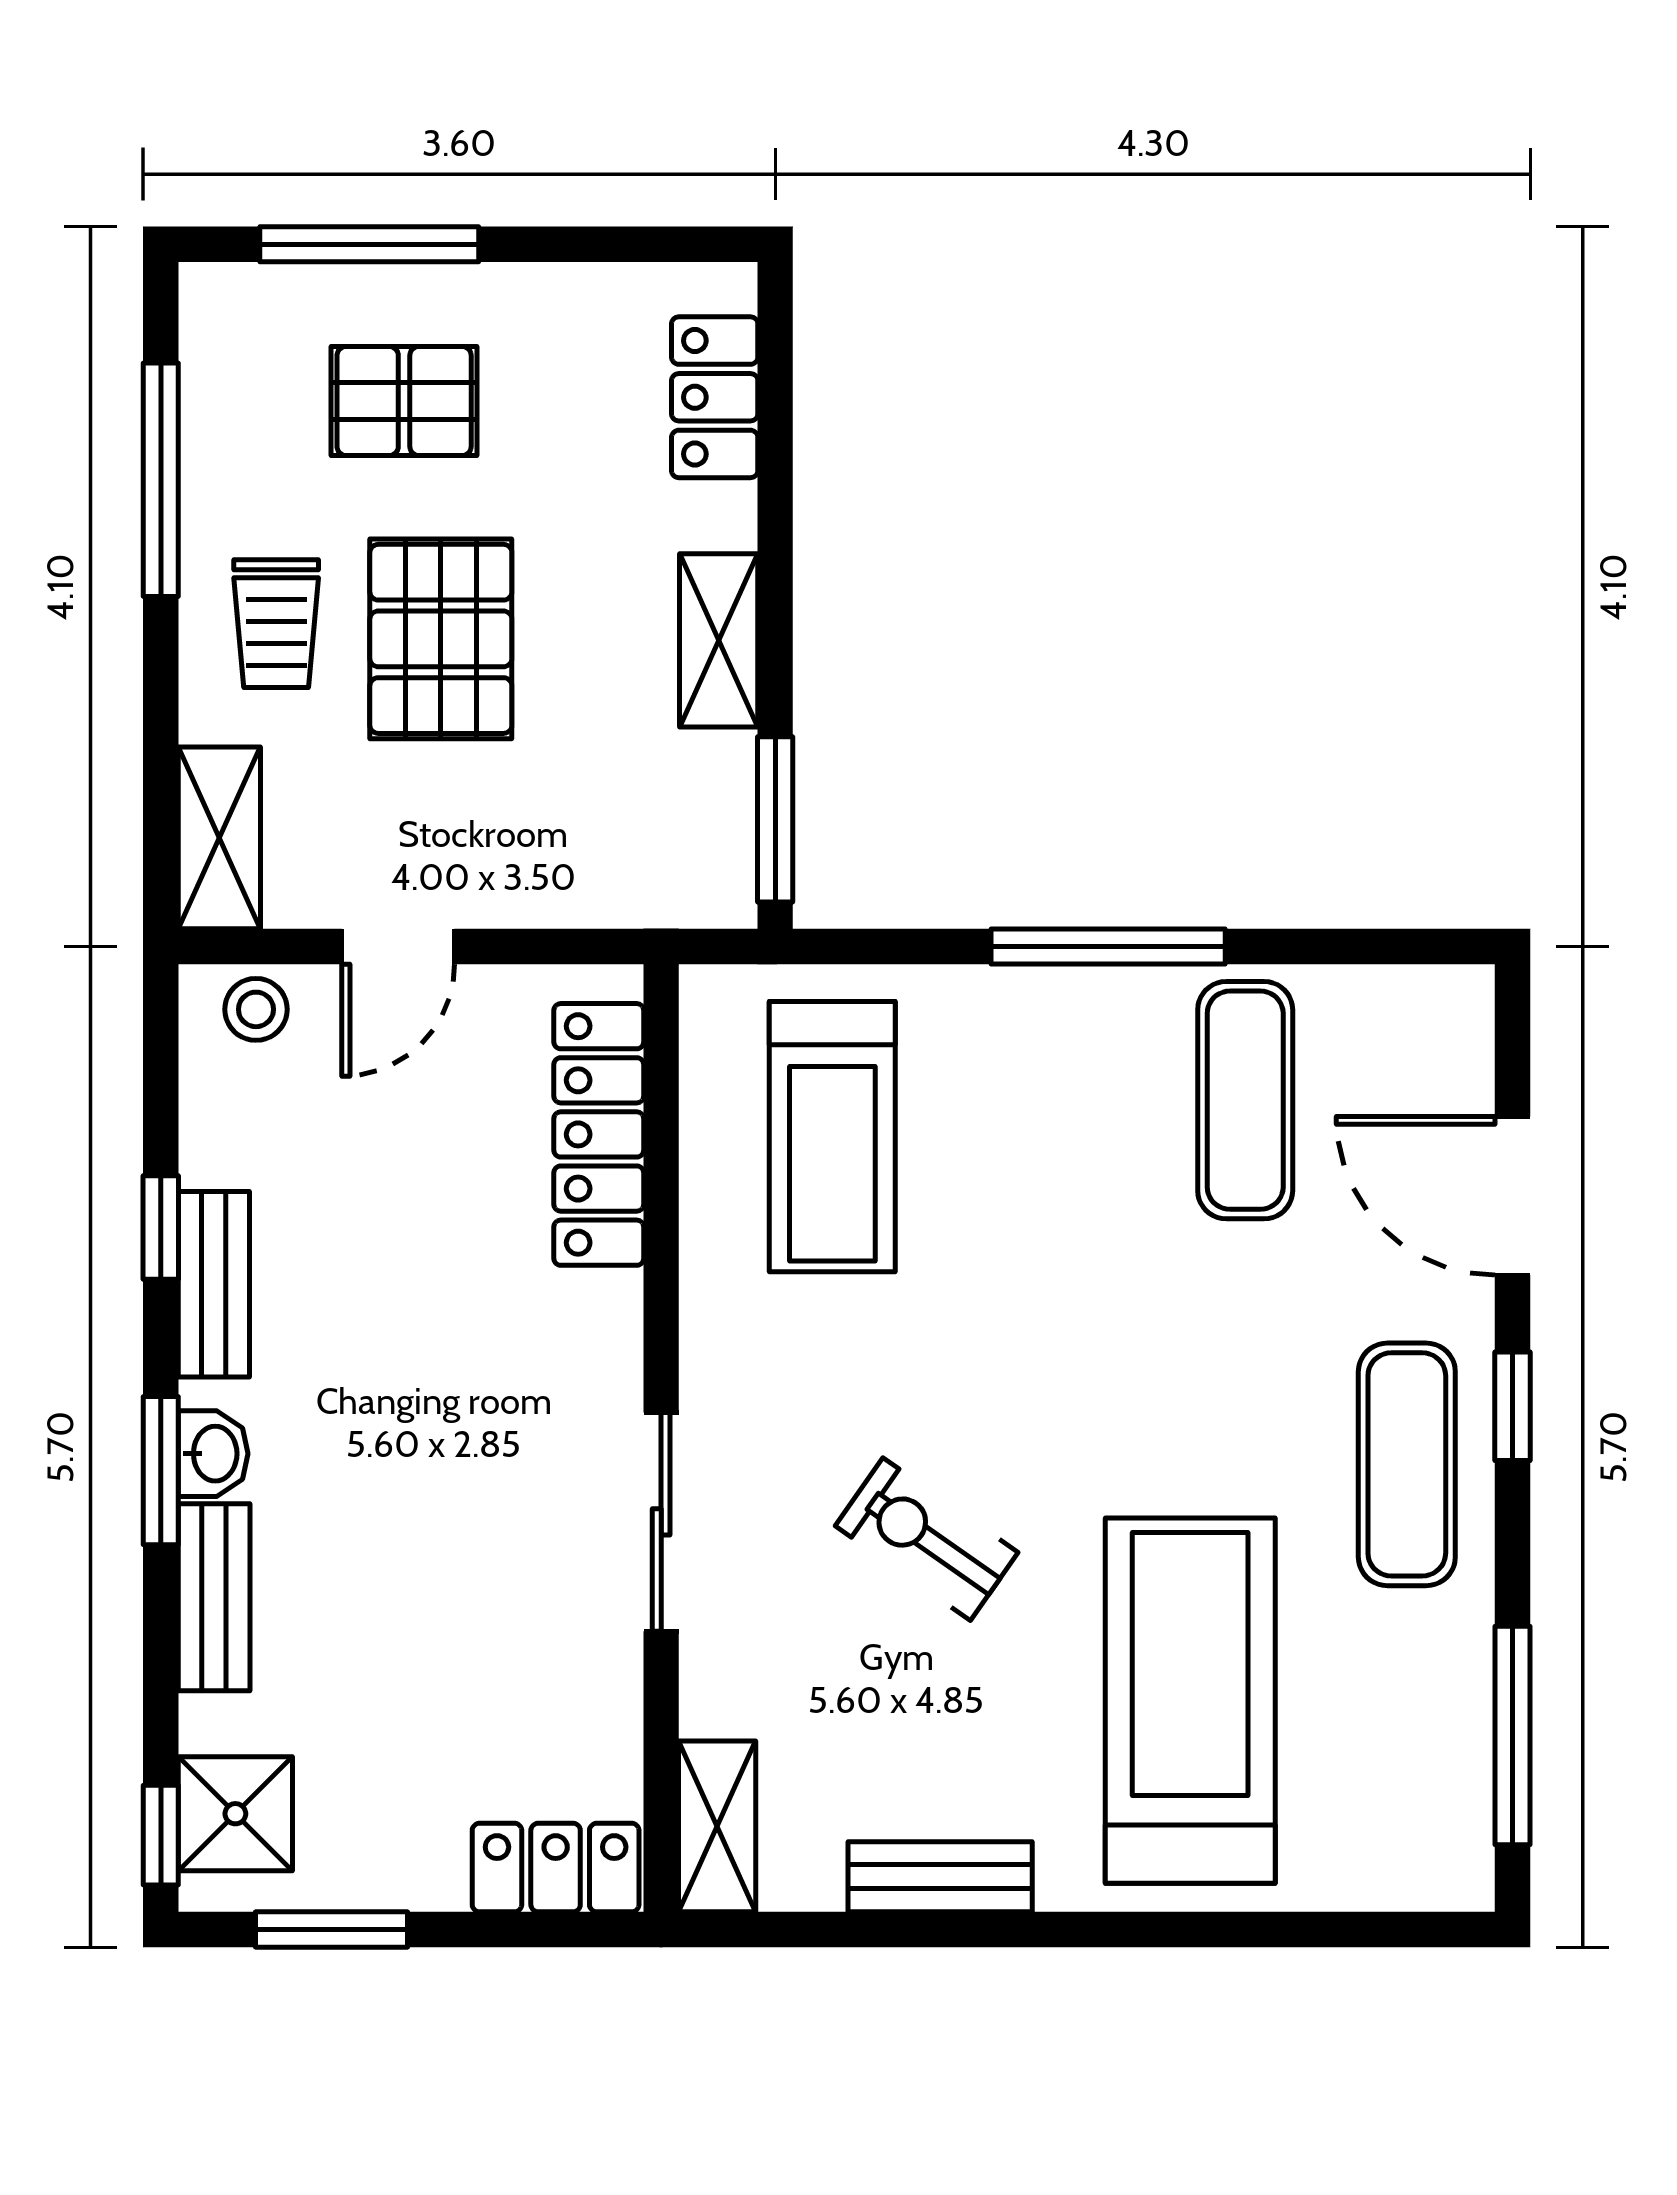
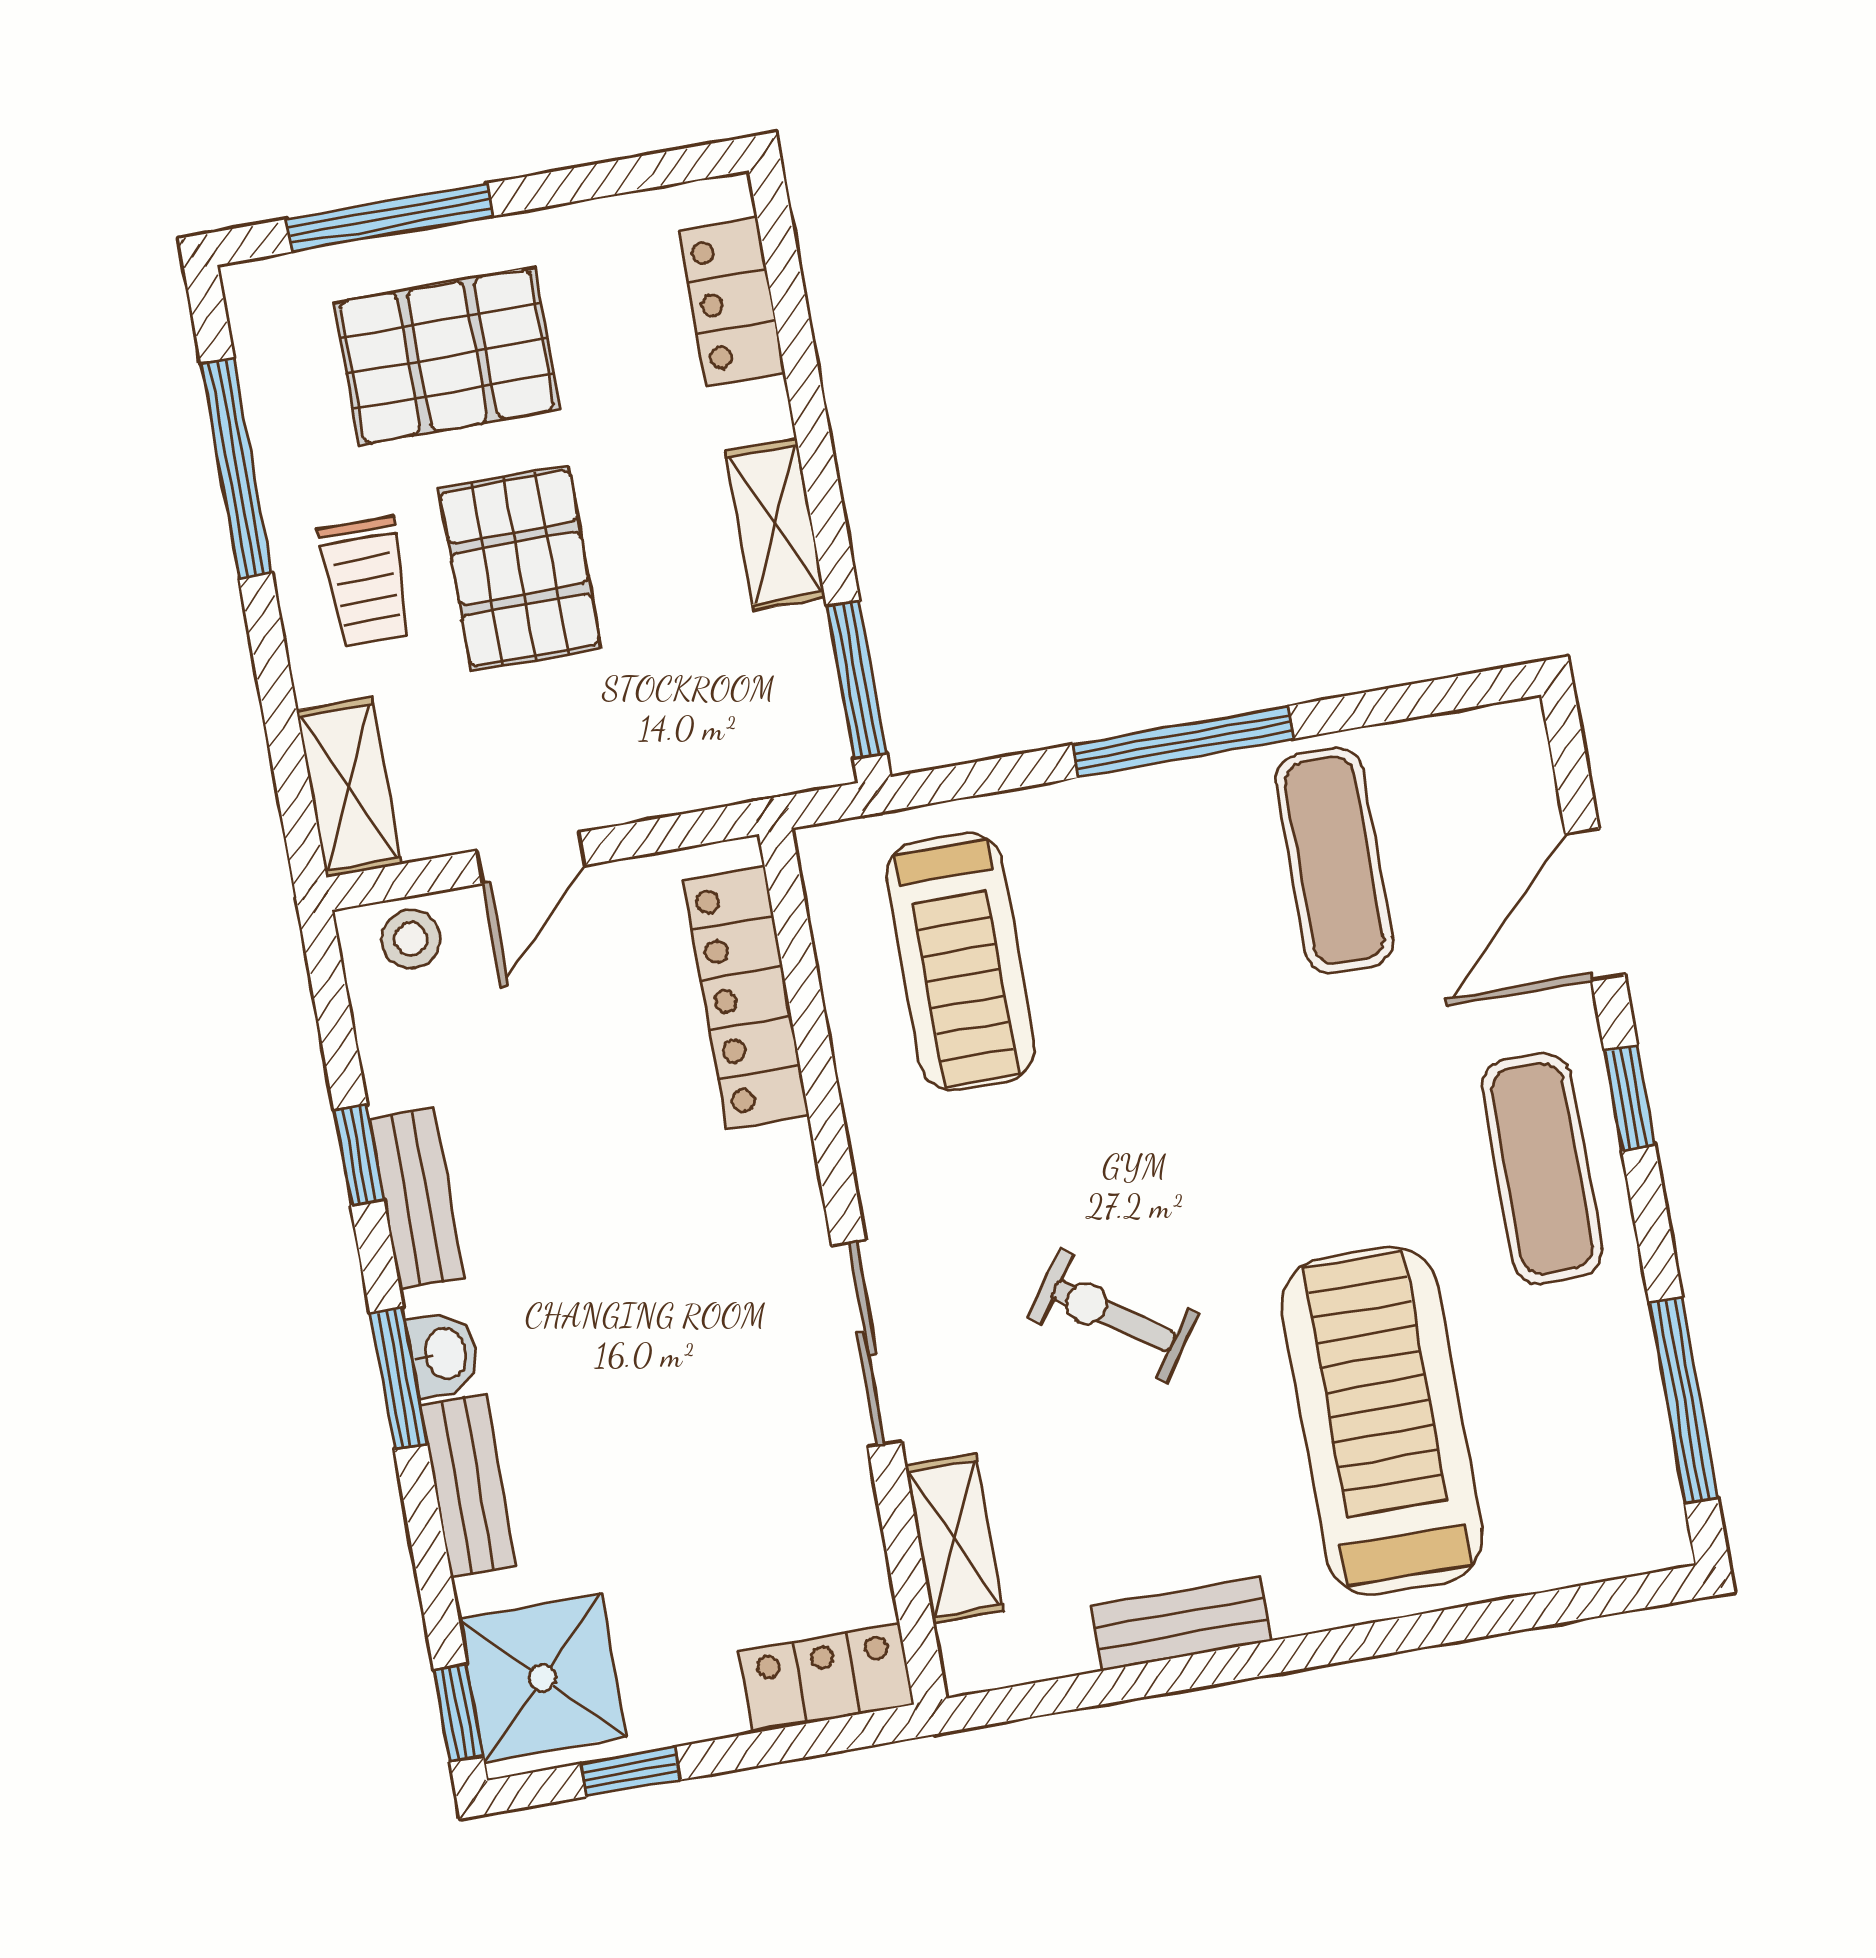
pallet: (404, 401) -> (447, 356), width x1.50, depth x1.42
door: (1512, 1196) -> (1595, 905), hinge flipped
shower: (235, 1814) -> (542, 1678), width x1.36, depth x1.36
shelving: (717, 1826) -> (954, 1538), moved
window: (331, 1930) -> (630, 1772), width x0.67

